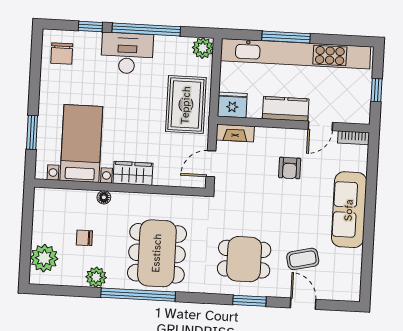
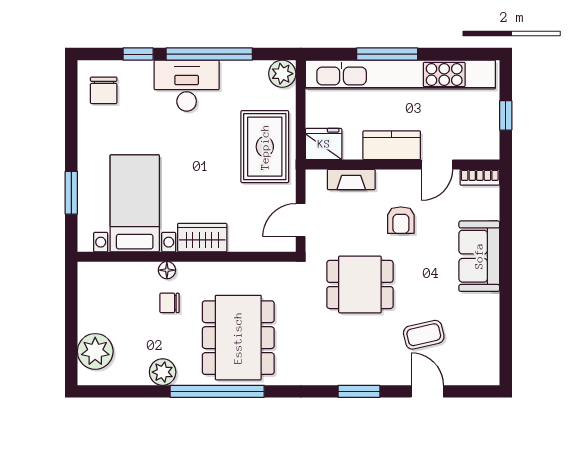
fireplace: (235, 133) -> (351, 179), moved
sofa: (349, 210) -> (479, 256), width x0.73
chair: (84, 238) -> (169, 303), moved
dining table: (244, 259) -> (360, 284), moved

